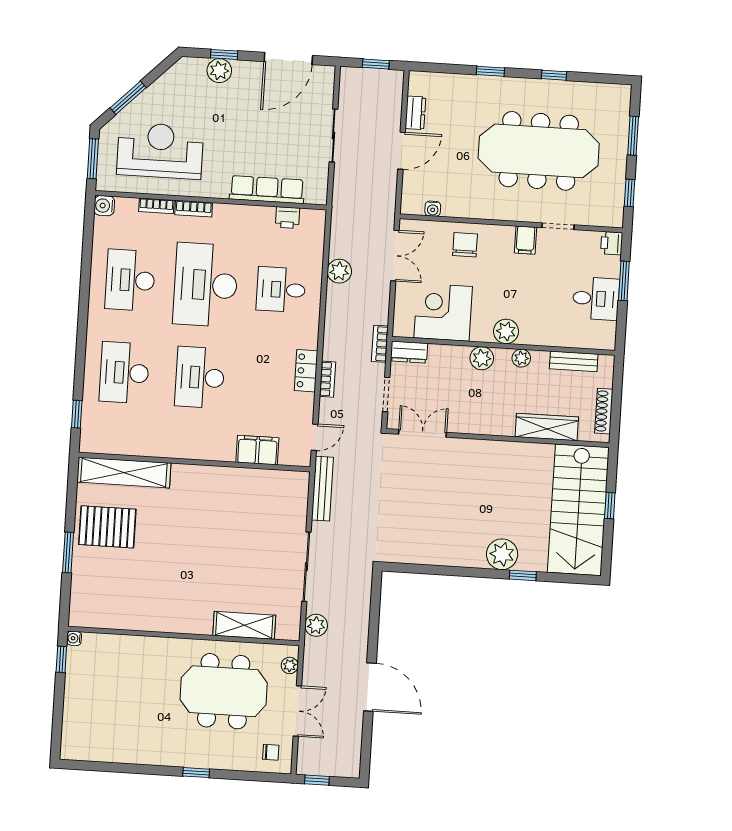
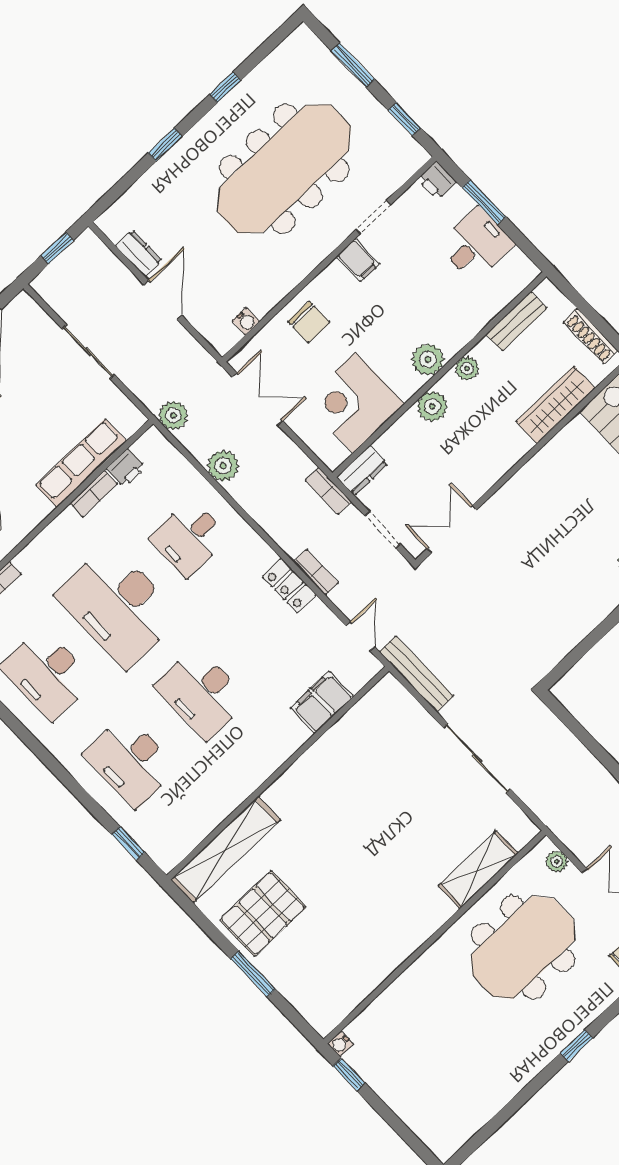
bookcase: (194, 209) -> (94, 494), moved
chair: (465, 245) -> (309, 322), turned 180
plant: (316, 625) -> (173, 415), moved

